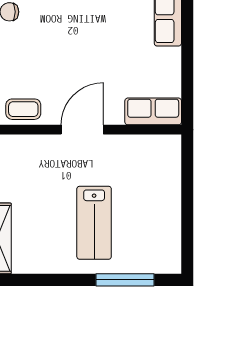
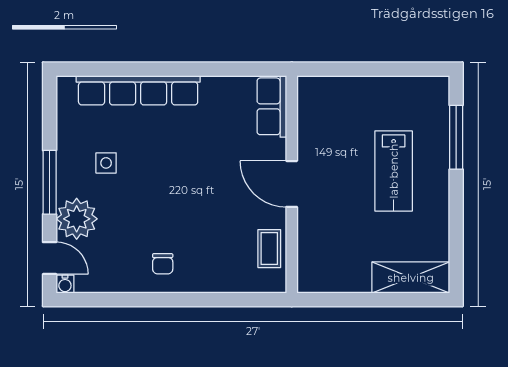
lab bench: (94, 223) -> (394, 171), turned 90

